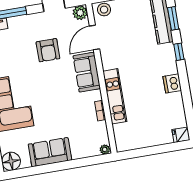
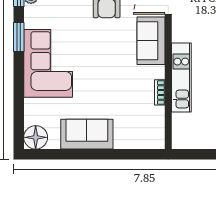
plant: (105, 150) -> (157, 143), removed

